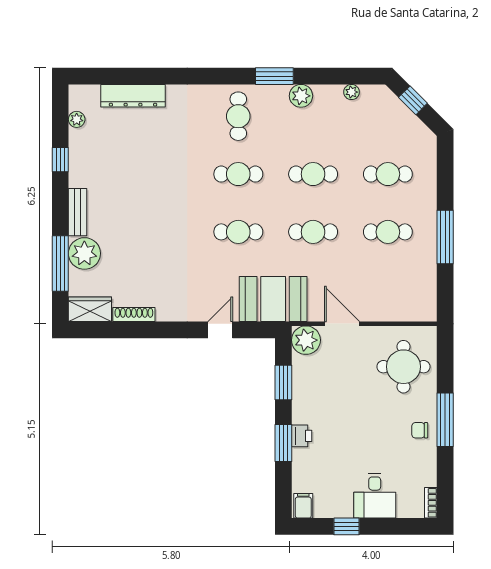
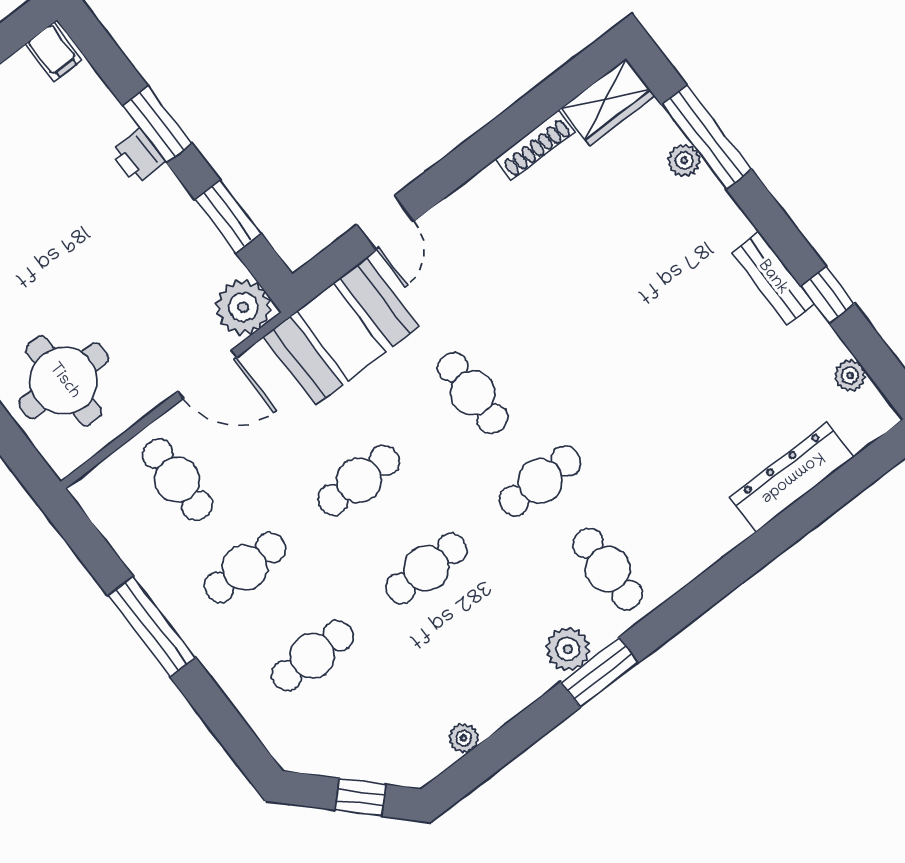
plant: (301, 96) -> (568, 649), moved
bench: (78, 212) -> (773, 278), moved
cafe table: (238, 232) -> (473, 393), turned 90
plant: (84, 253) -> (684, 160), width x0.53, depth x0.53
cafe table: (388, 290) -> (177, 480), added

